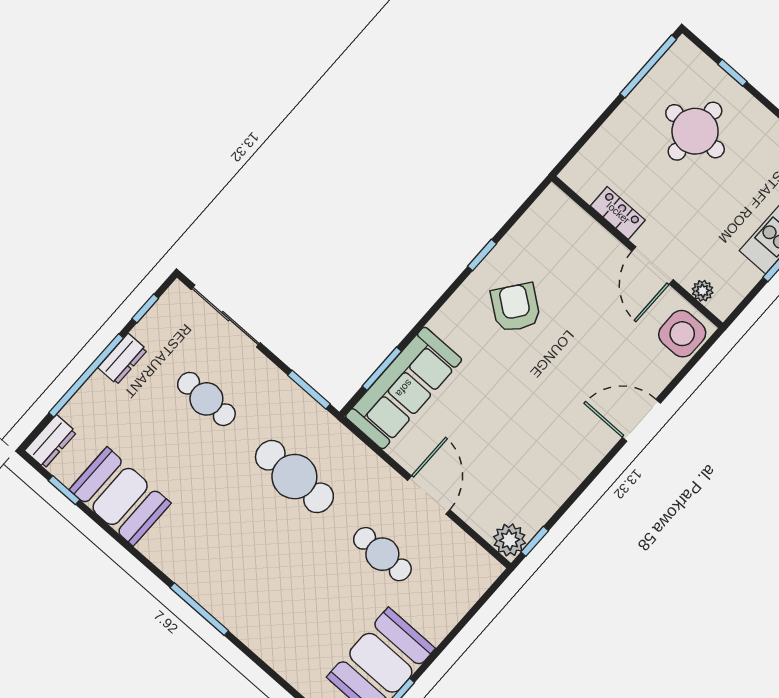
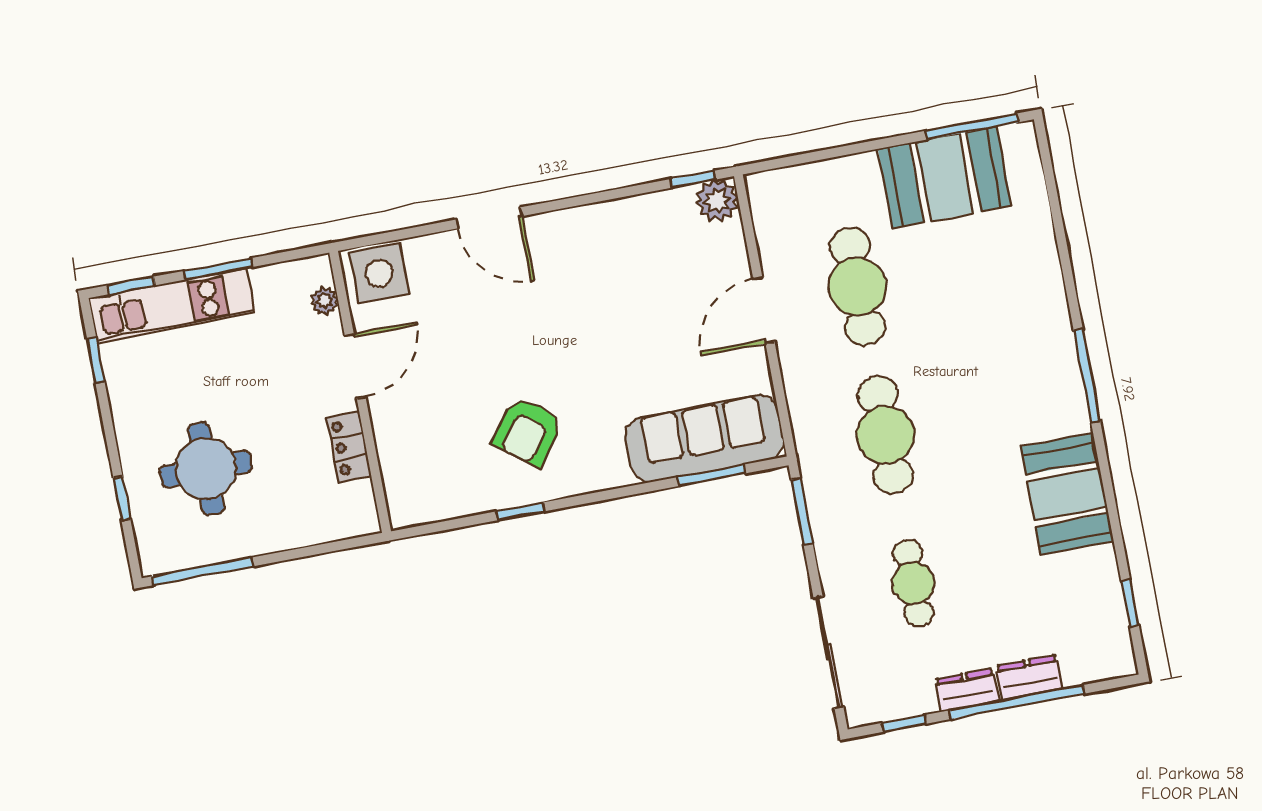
dresser: (51, 441) -> (1030, 677), moved
booth: (120, 496) -> (1067, 494), moved
cafe table: (382, 554) -> (857, 287), width x1.37, depth x1.35

